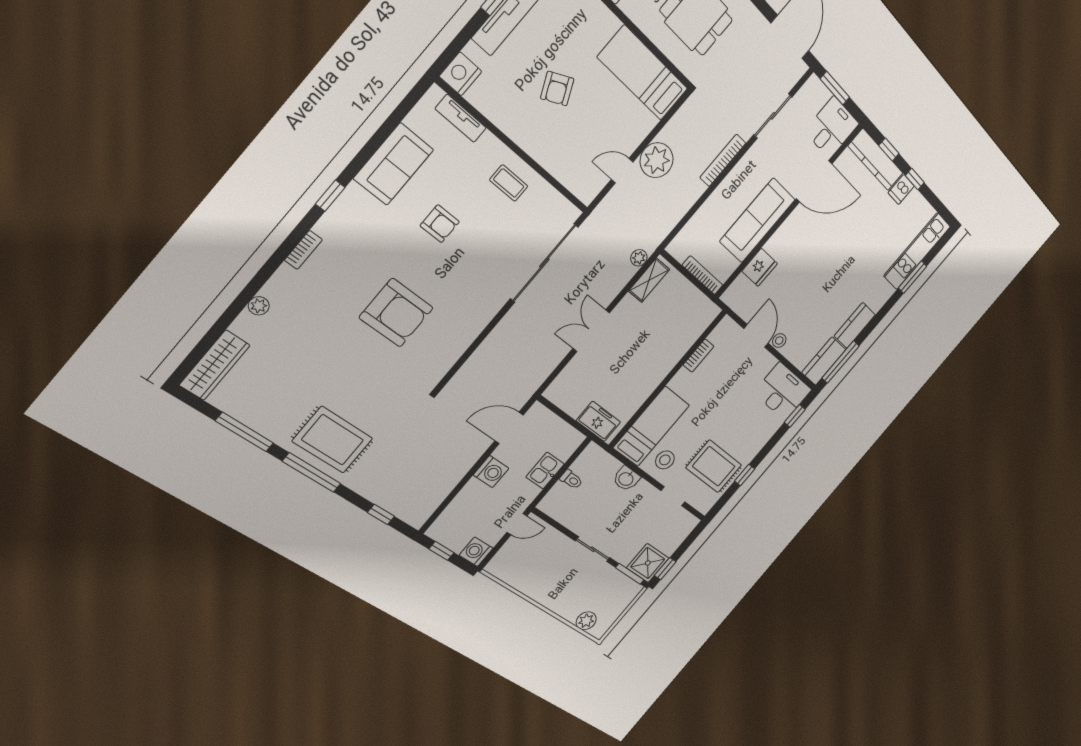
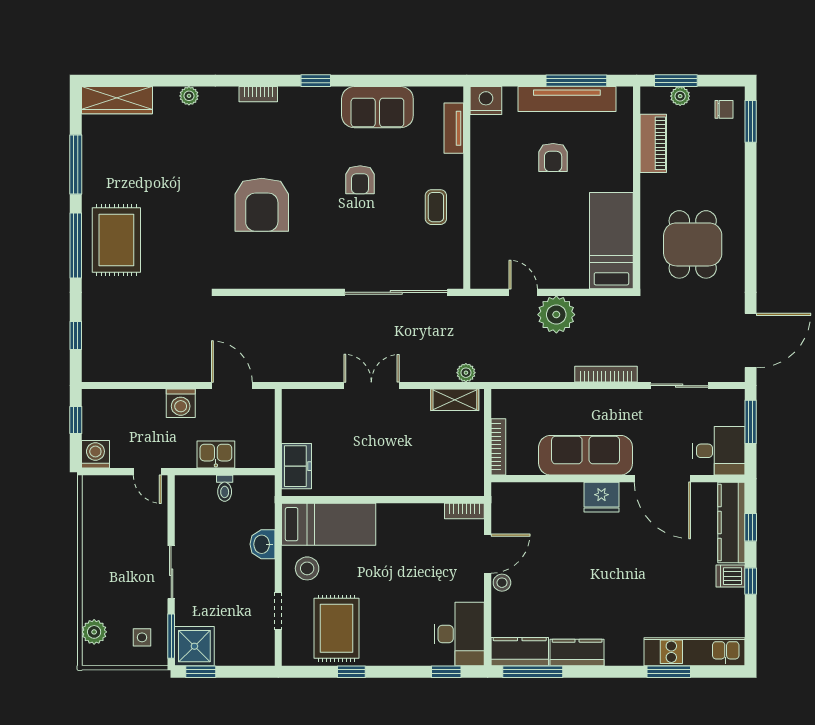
armchair: (557, 89) -> (553, 157), moved, turned -64
fridge: (760, 267) -> (601, 497), moved
bookcase: (699, 356) -> (464, 511), moved
side table: (615, 593) -> (142, 637), added

